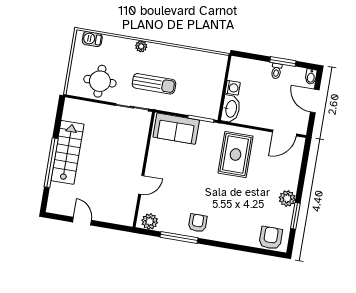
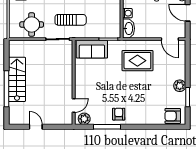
door: (284, 133) -> (170, 39), hinge flipped
rug: (236, 155) -> (137, 61), turned 90
door: (141, 185) -> (74, 106), moved
armchair: (271, 238) -> (173, 116), turned -90

